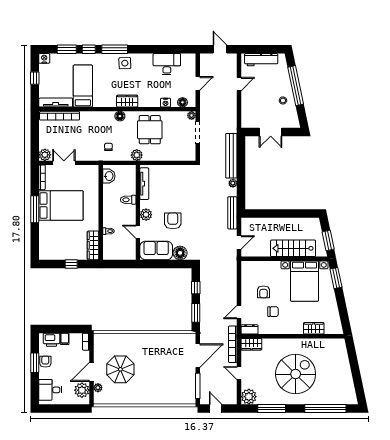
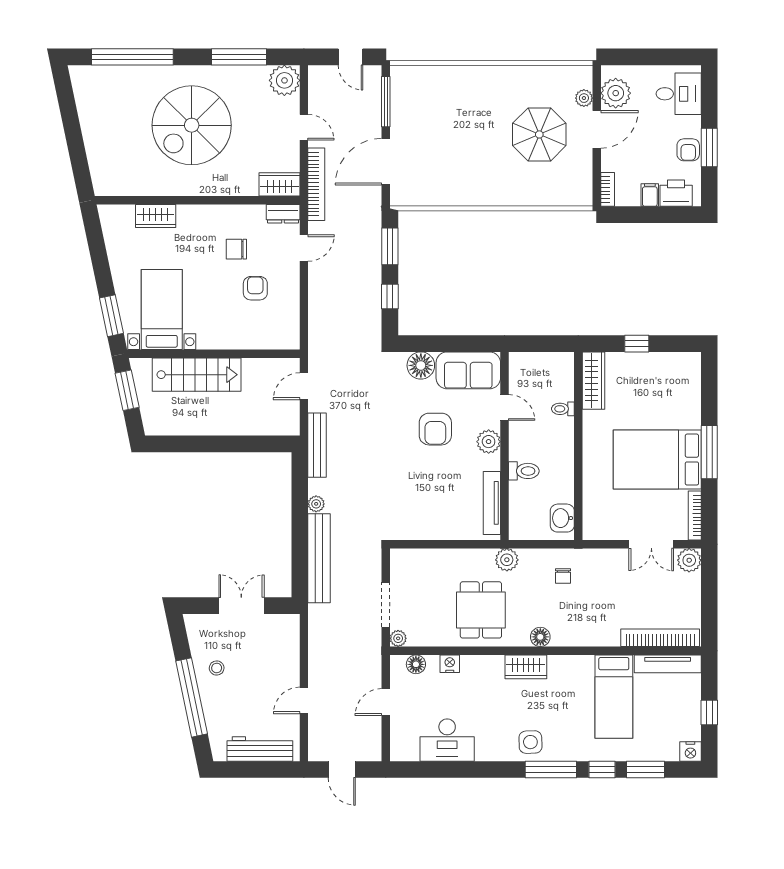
bed with nightstands: (304, 281) -> (162, 310), width x0.73

